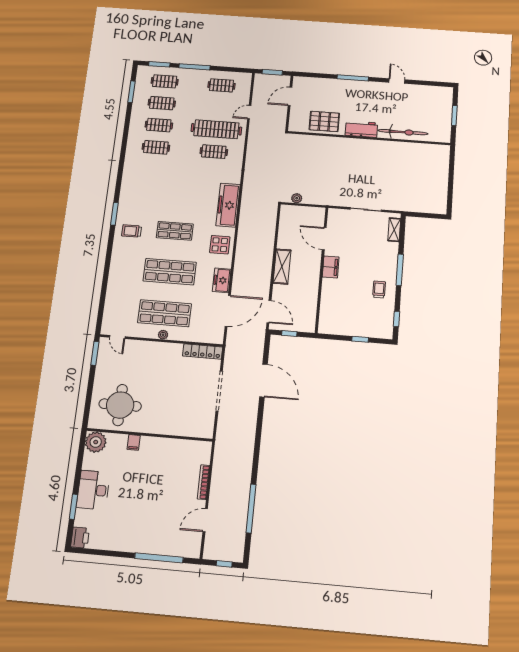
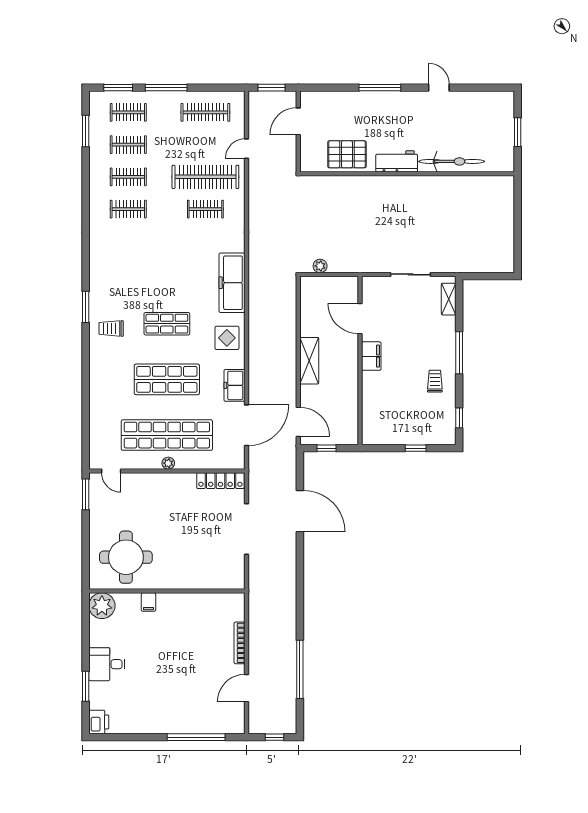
clothes rail: (222, 85) -> (205, 112), width x1.36
shop shelf: (165, 313) -> (167, 435), width x1.40
desk: (93, 490) -> (107, 664), width x0.73

